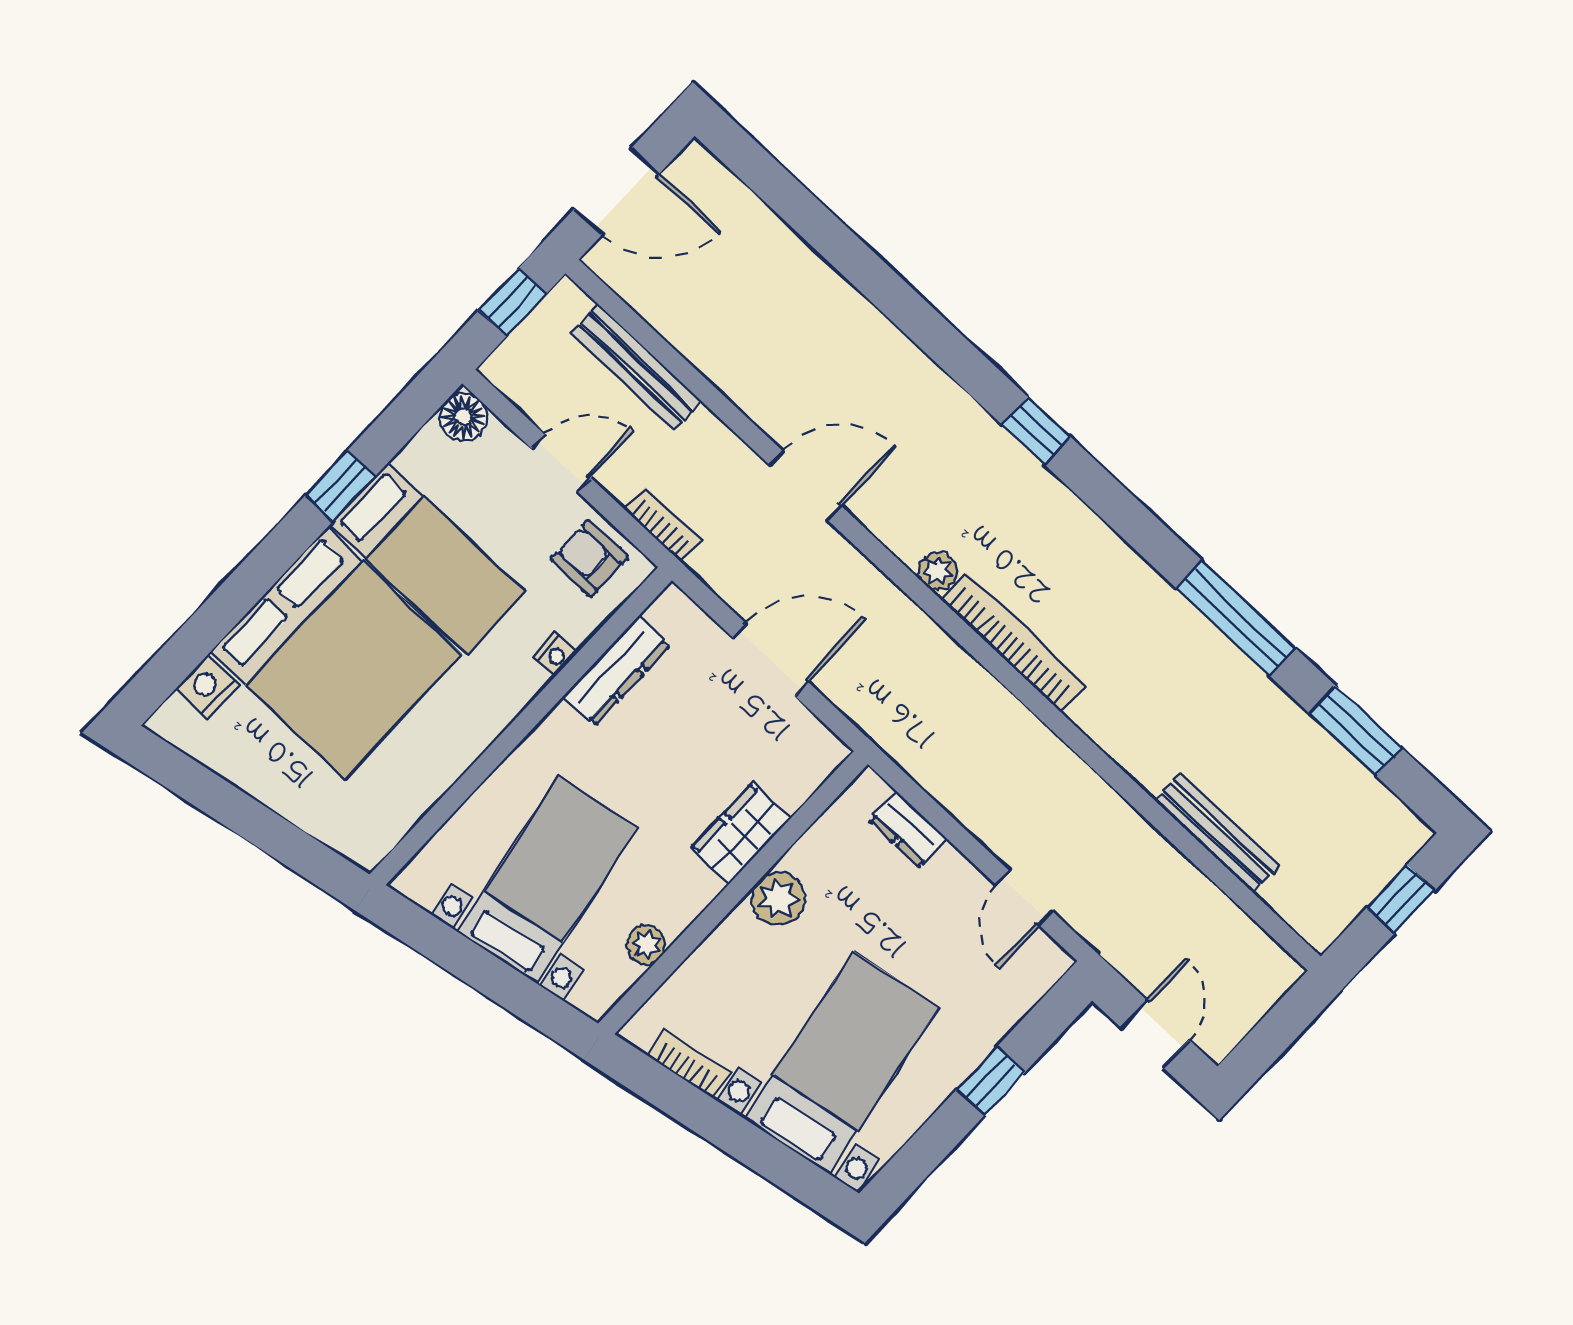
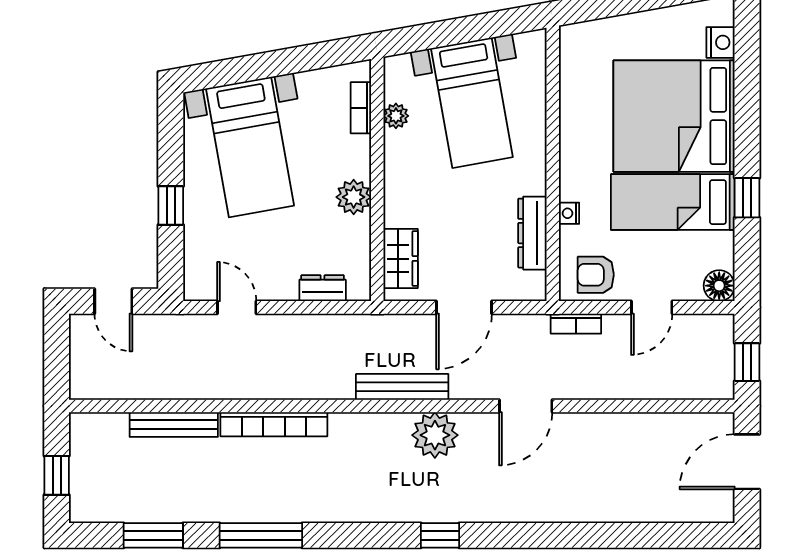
bench: (637, 367) -> (402, 387), moved
armchair: (589, 558) -> (596, 275), turned 180
plant: (938, 571) -> (435, 435), width x1.88, depth x1.88
bookcase: (1013, 642) -> (274, 424), moved
wardrobe: (741, 833) -> (401, 259), moved
bookcase: (688, 1064) -> (361, 108), moved, turned 100

